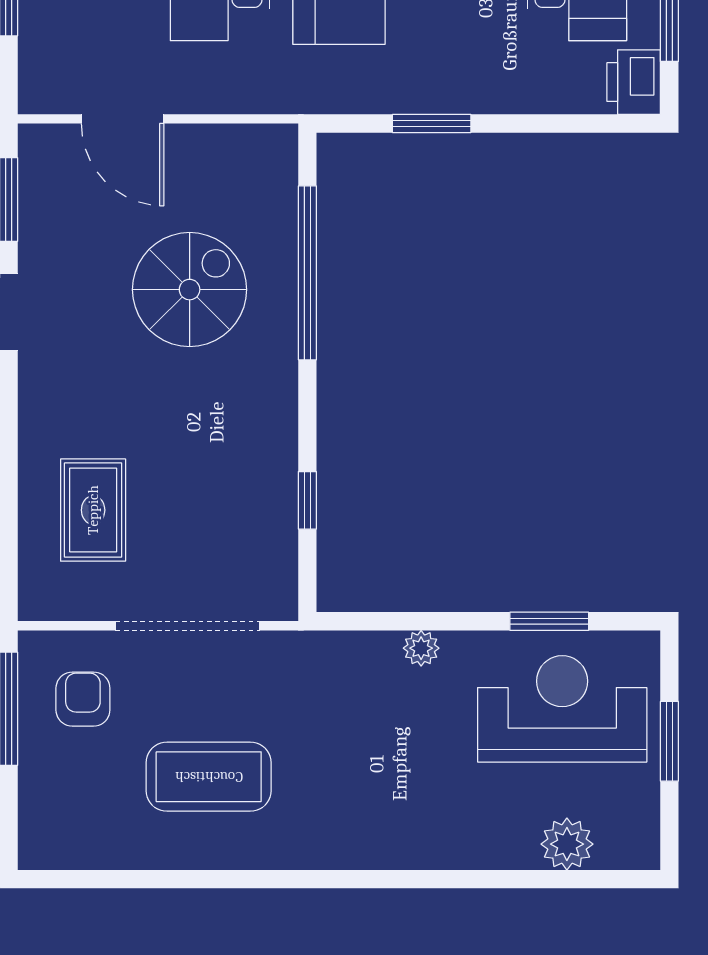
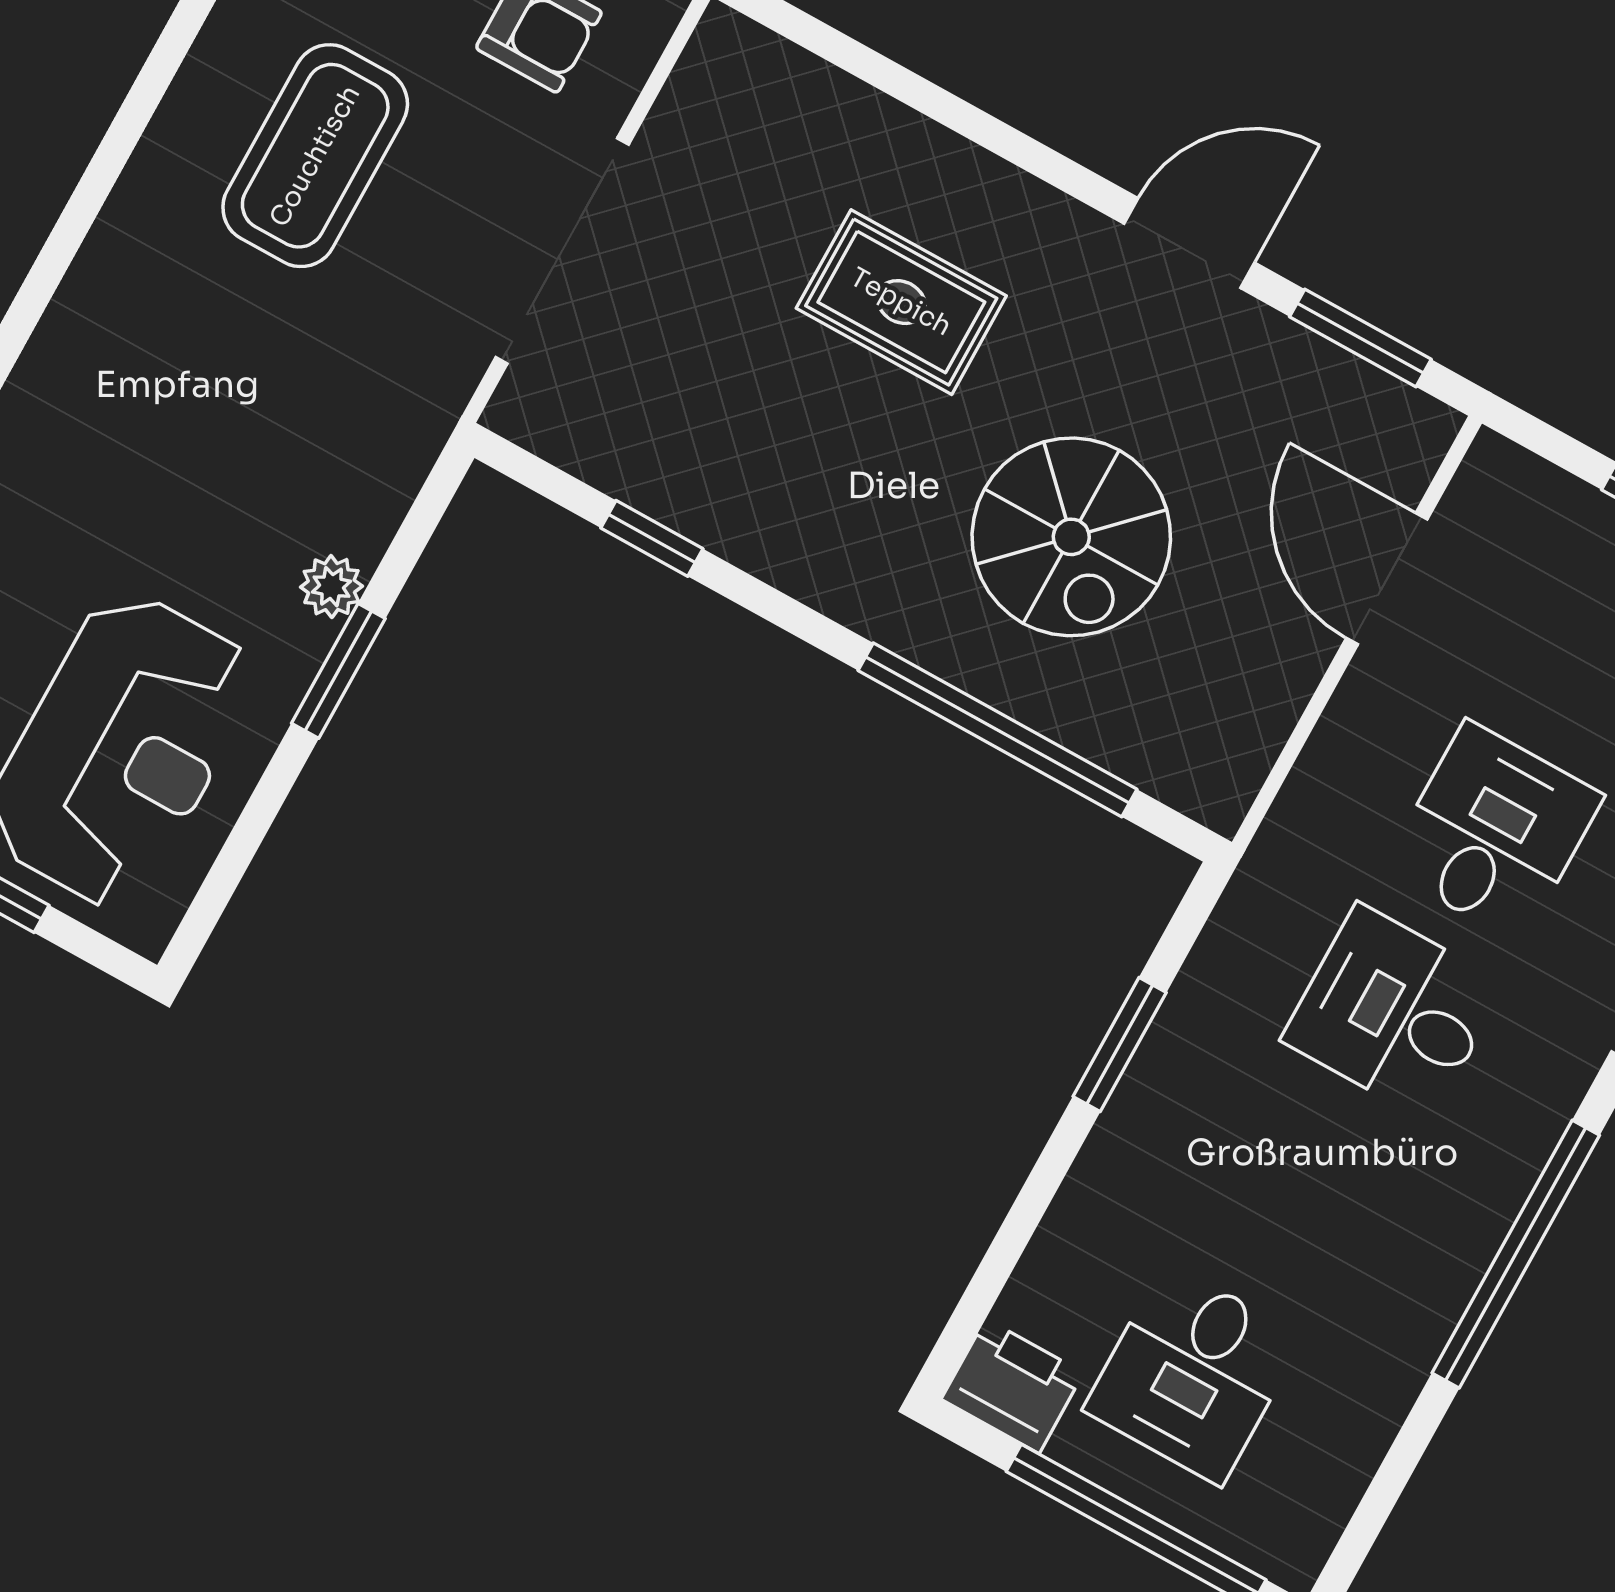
door: (123, 119) -> (1387, 579), hinge flipped
rug: (93, 510) -> (901, 302), moved
window: (549, 621) -> (338, 671), moved

